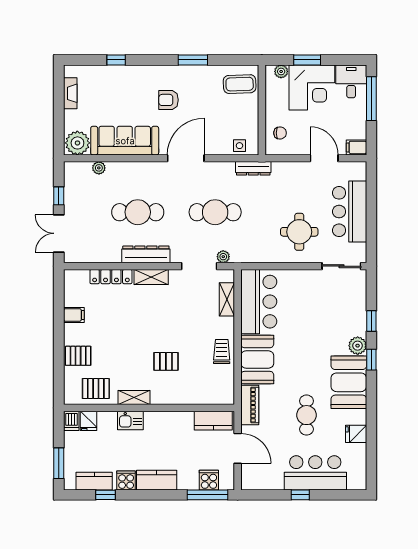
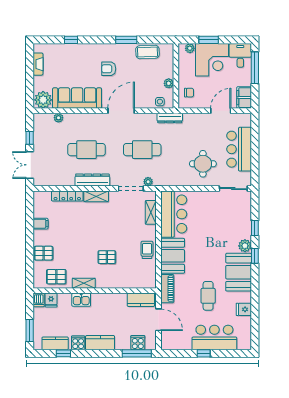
coffee table: (240, 84) -> (147, 52), moved
plant: (252, 120) -> (169, 83), added
filing cabinet: (356, 147) -> (244, 98), width x2.00
door: (324, 158) -> (221, 111), hinge flipped

